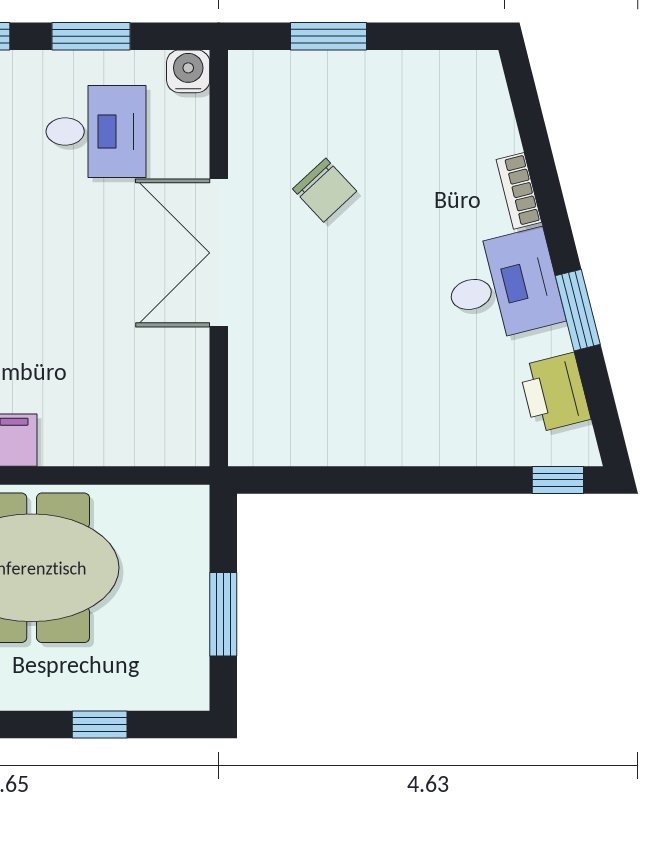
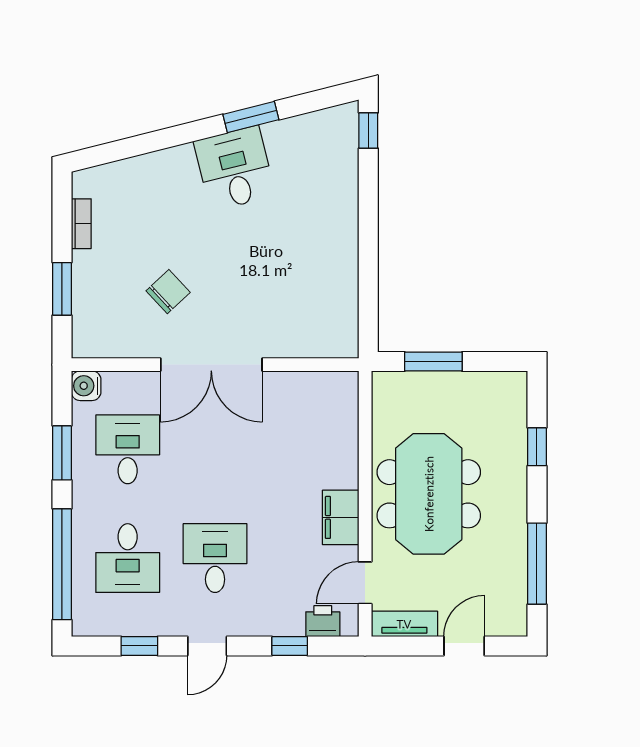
bookcase: (519, 191) -> (81, 224), moved, turned -76
printer: (555, 393) -> (308, 133), removed
window: (223, 614) -> (433, 362), moved

